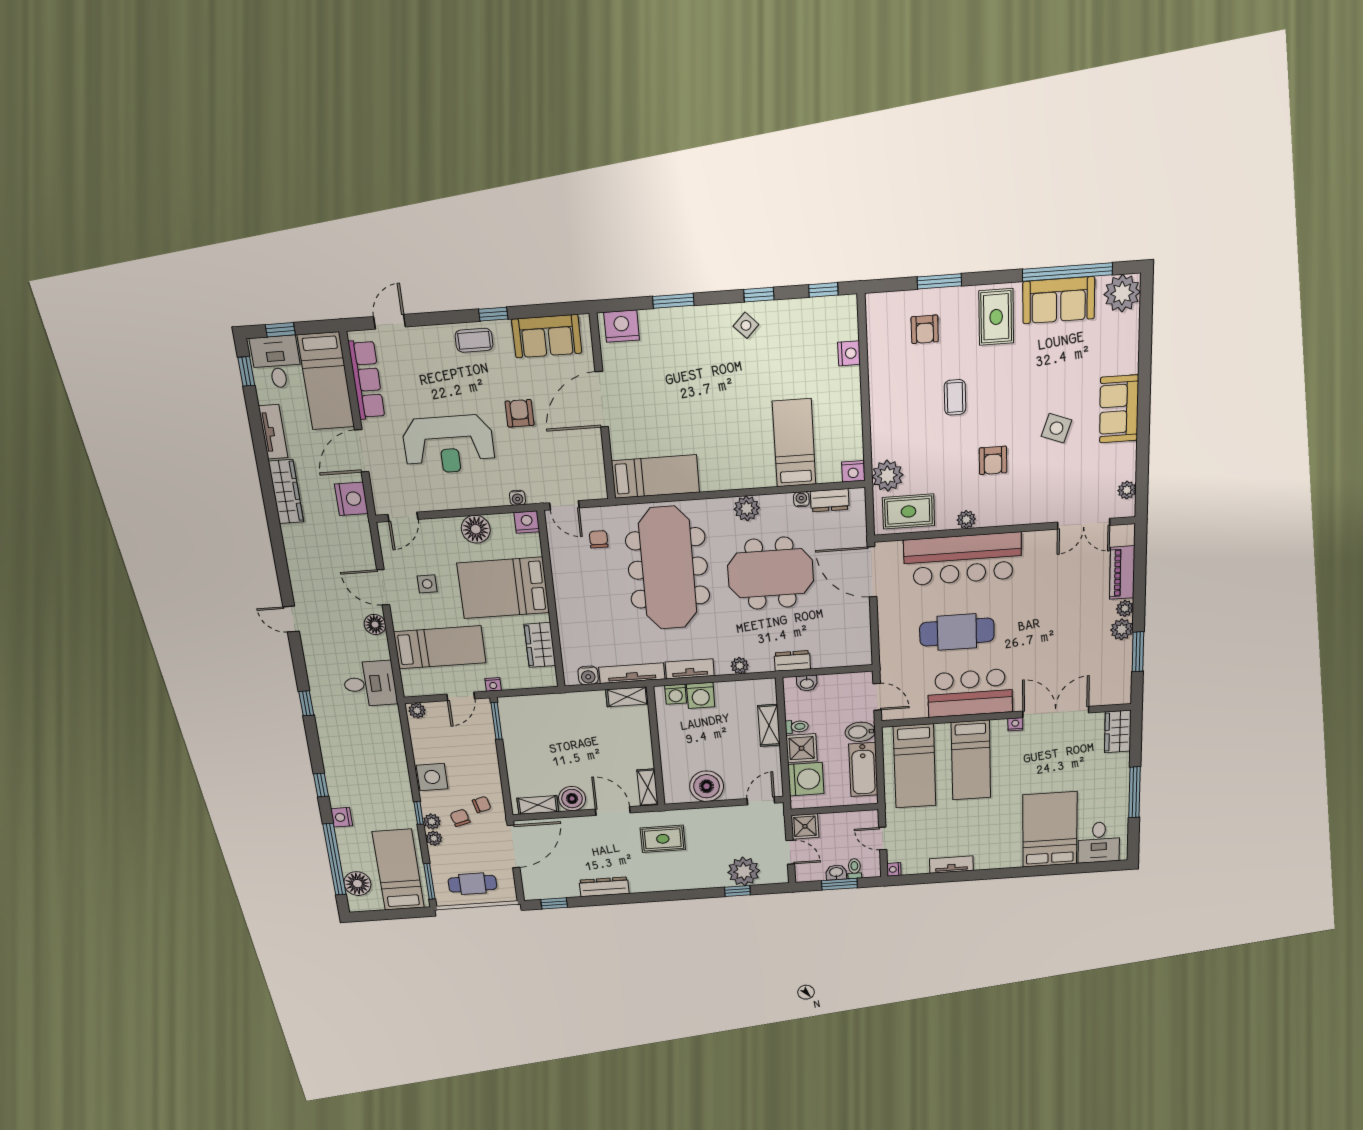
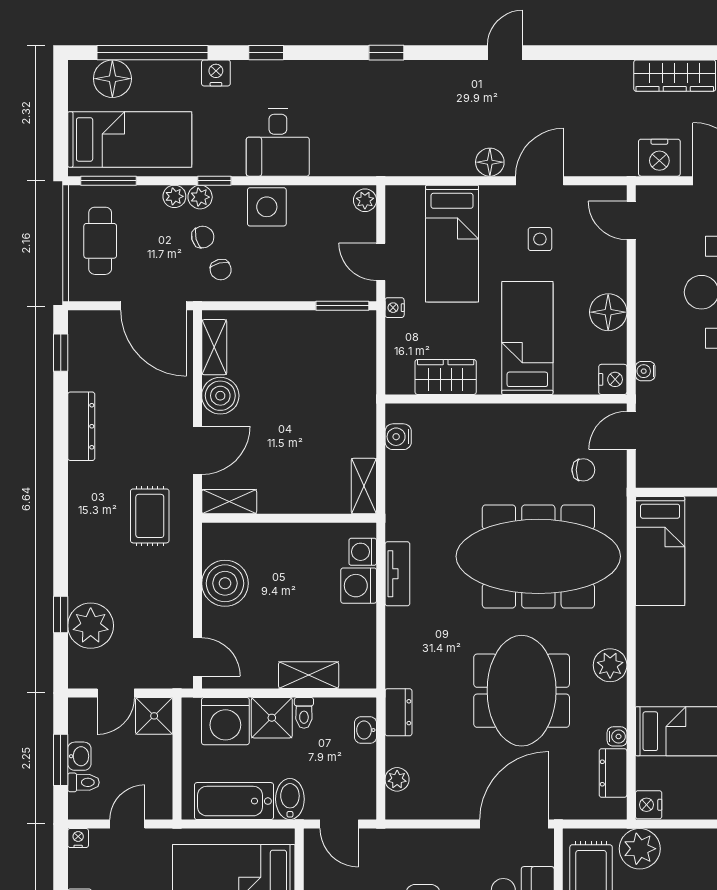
bed: (503, 588) -> (527, 338), width x0.67
plant: (740, 666) -> (397, 779), moved
tv unit: (632, 673) -> (397, 496), removed
desk: (370, 684) -> (278, 142), moved
door: (877, 697) -> (339, 824), hinge flipped

